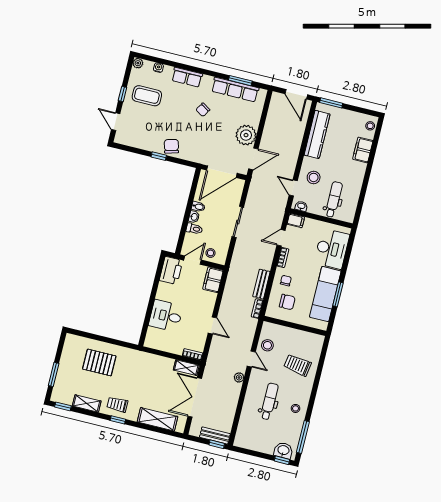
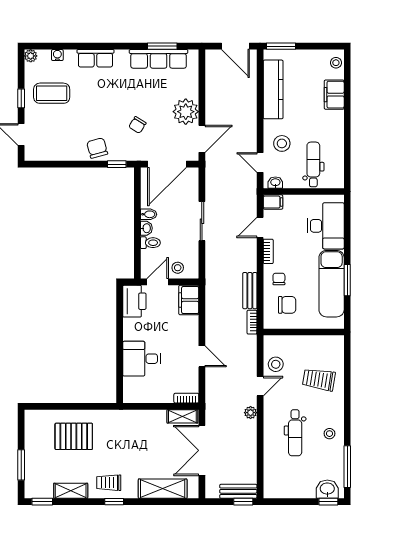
chair: (203, 110) -> (137, 125), moved
window: (159, 156) -> (117, 164), moved
door: (251, 359) -> (260, 386), hinge flipped
dental chair: (269, 401) -> (295, 433), turned 180

